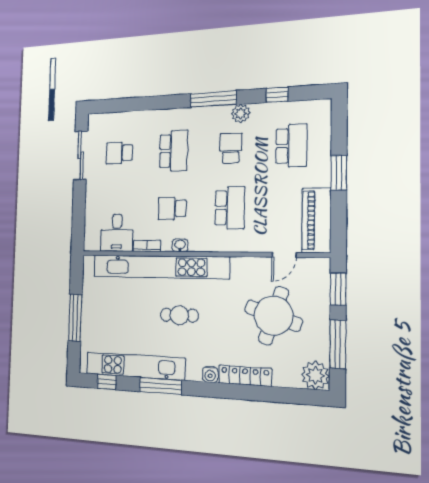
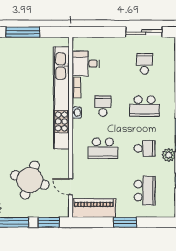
school desk: (291, 146) -> (145, 191), turned -90
cafe table: (179, 315) -> (28, 113), removed

